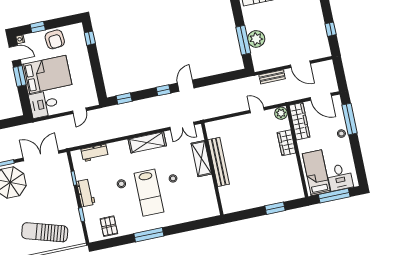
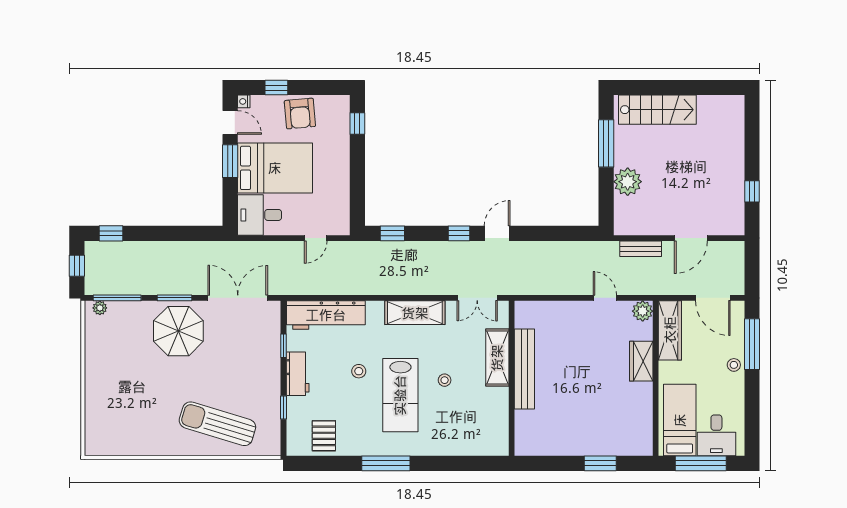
window: (243, 40) -> (606, 143), moved
door: (300, 64) -> (691, 238), hinge flipped
workbench: (95, 153) -> (326, 315), width x1.88, depth x1.32

